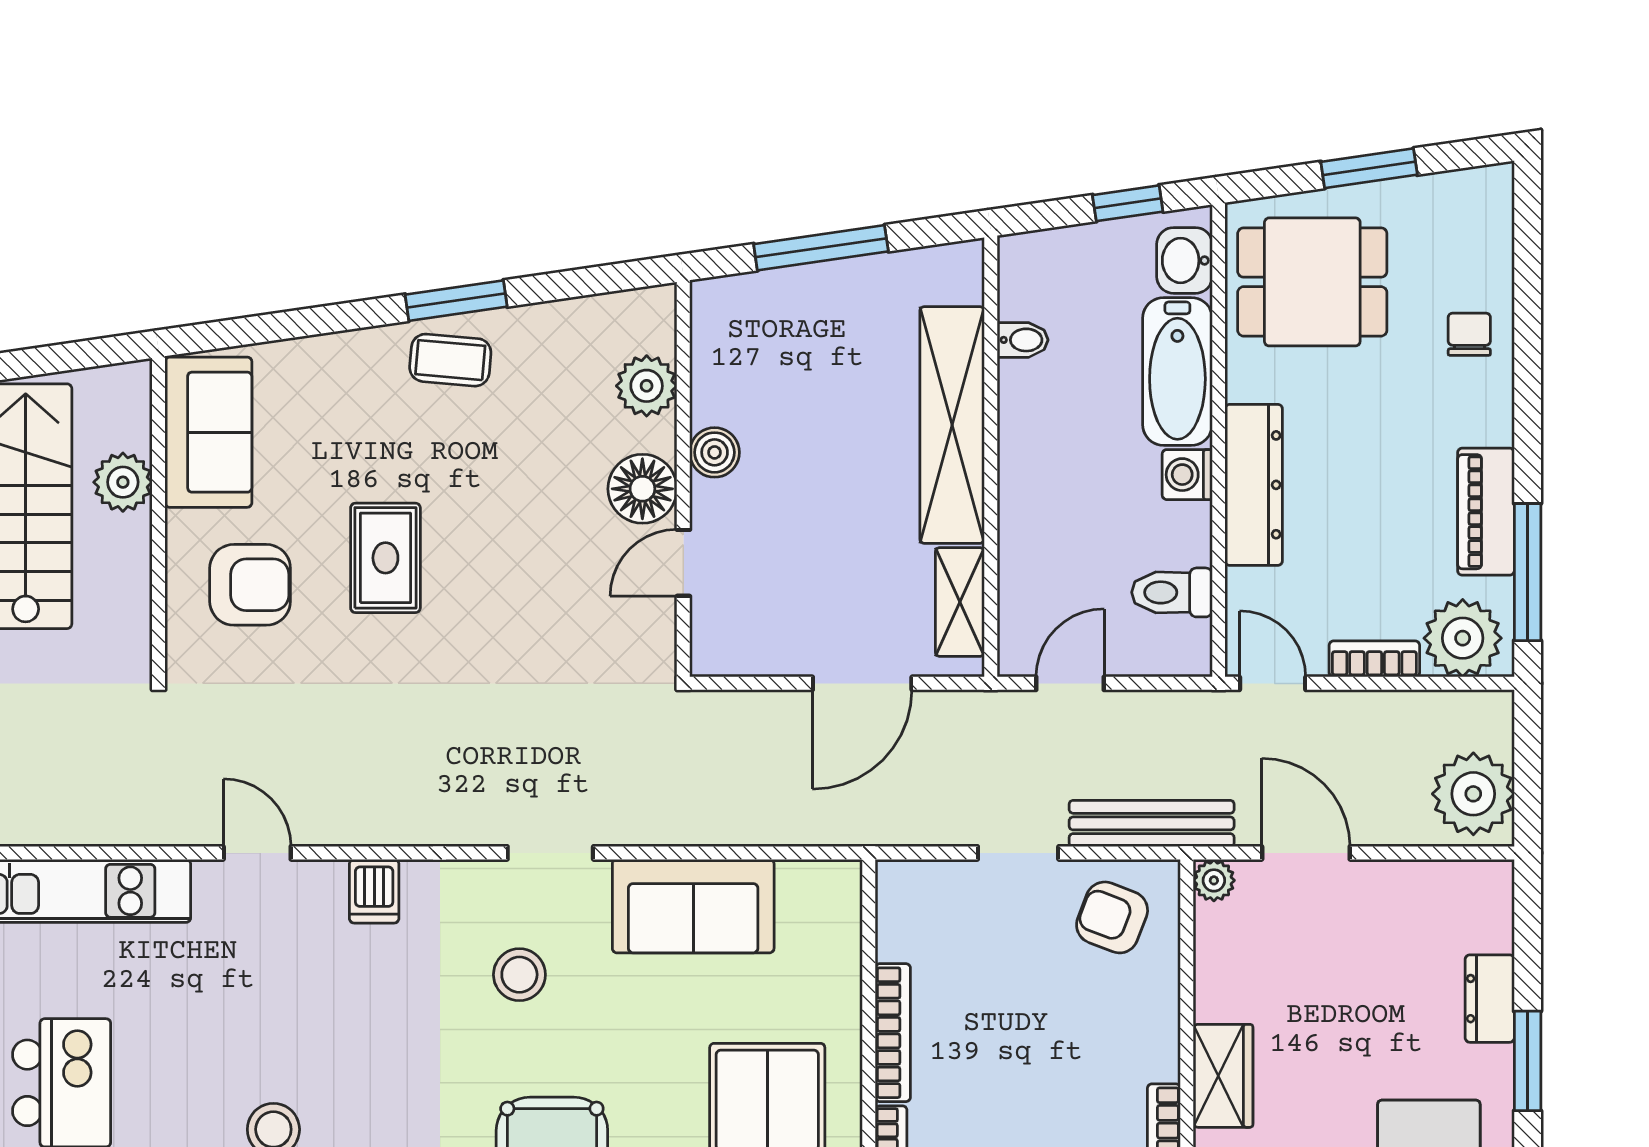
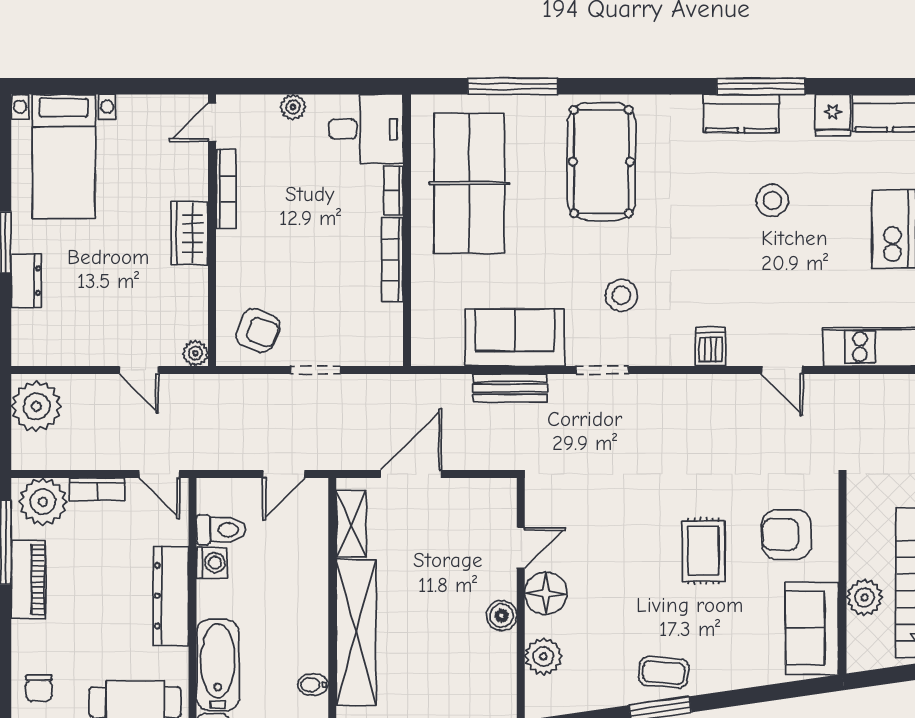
washing machine: (1187, 475) -> (212, 563), moved
bench: (1152, 823) -> (510, 388), moved, width x0.73
door: (1306, 853) -> (139, 370), width x0.73

